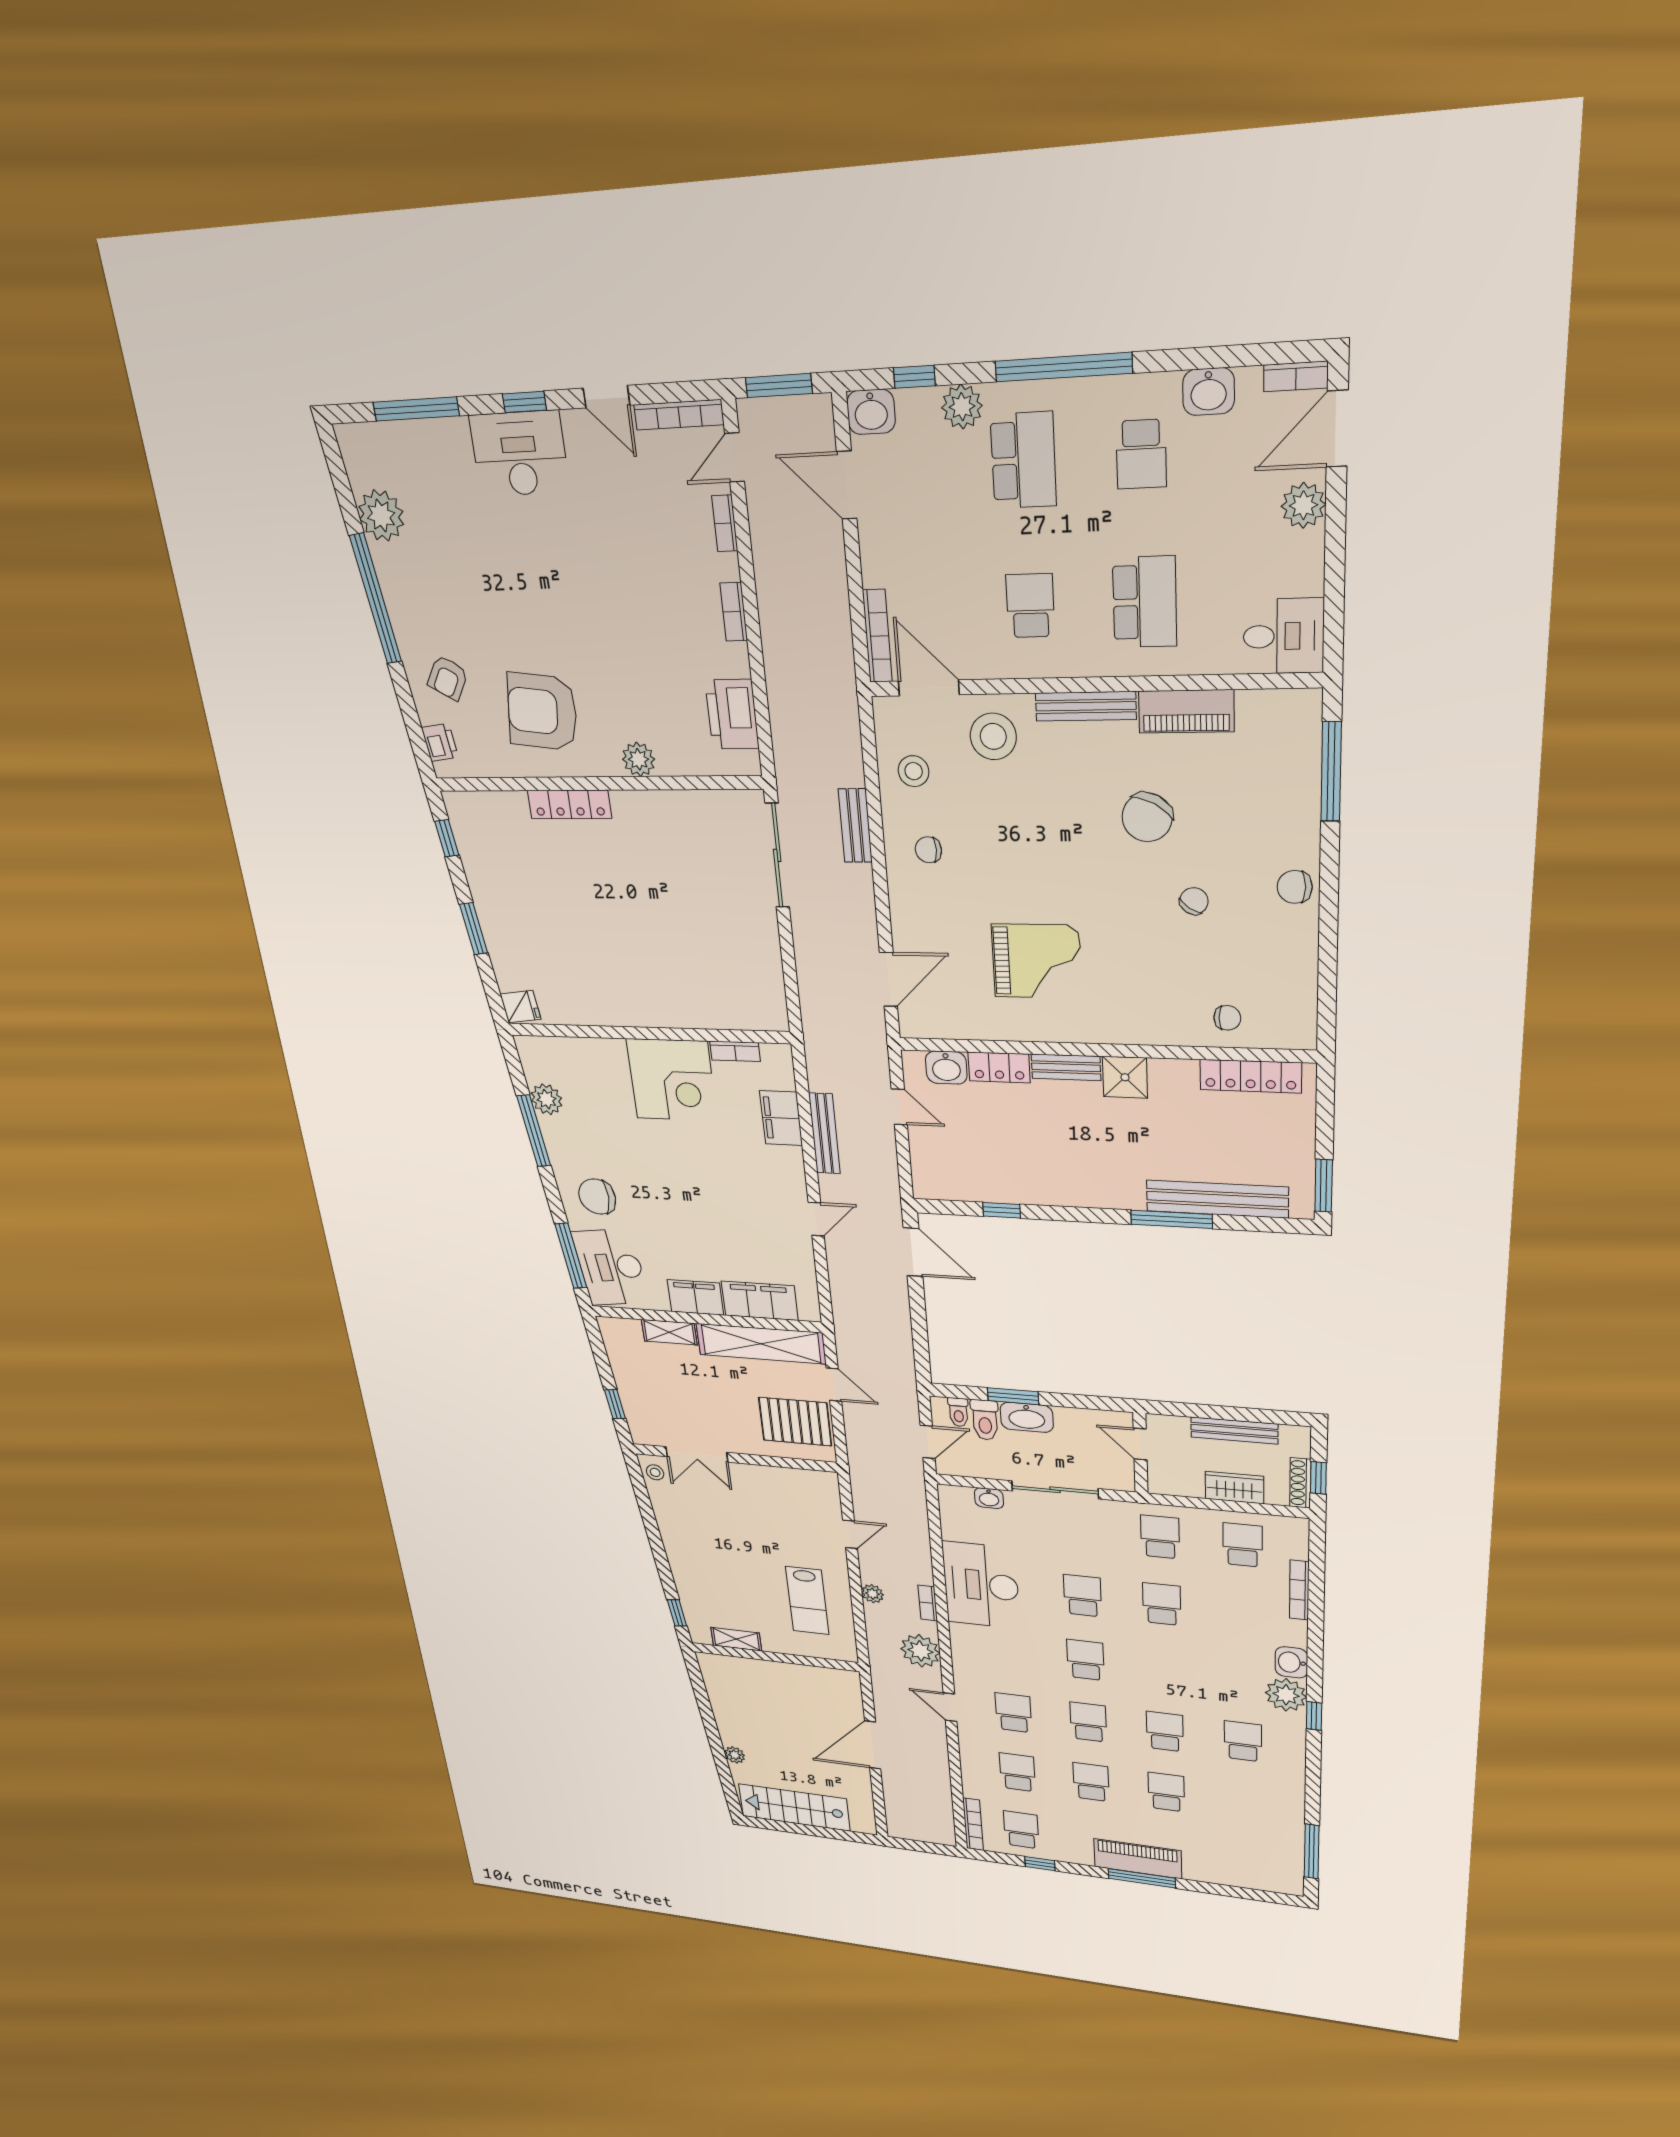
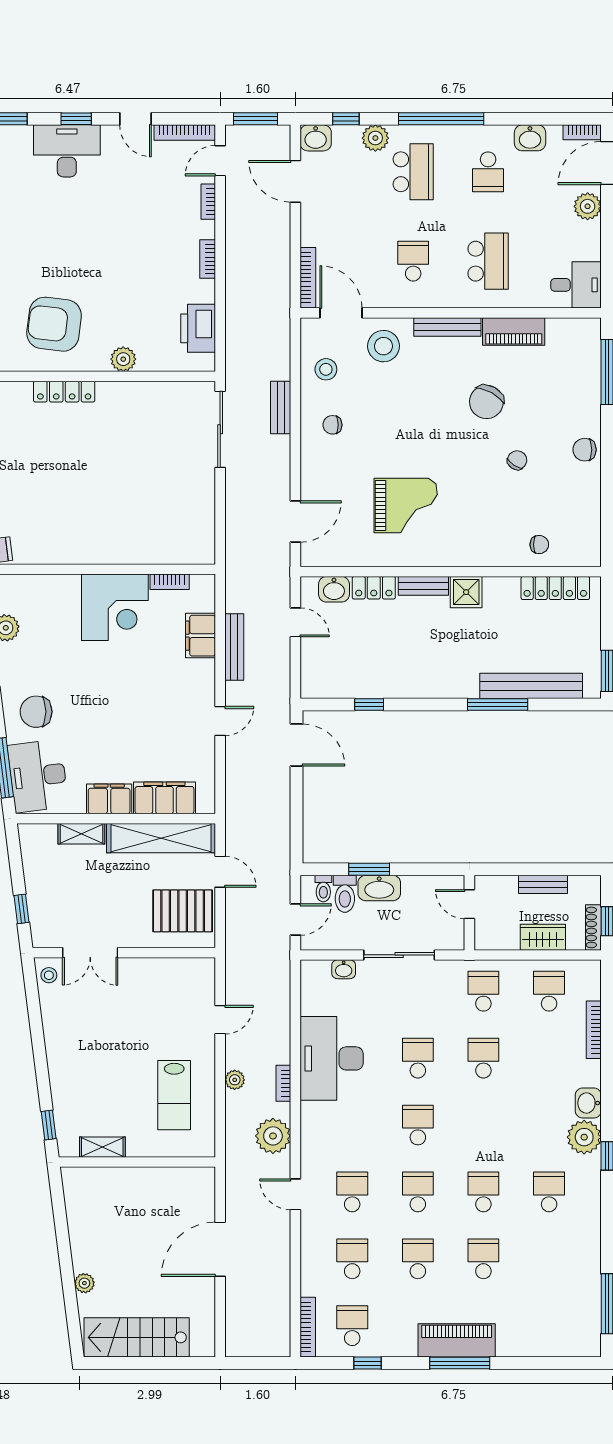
bench: (1234, 1430) -> (543, 884), width x0.73

